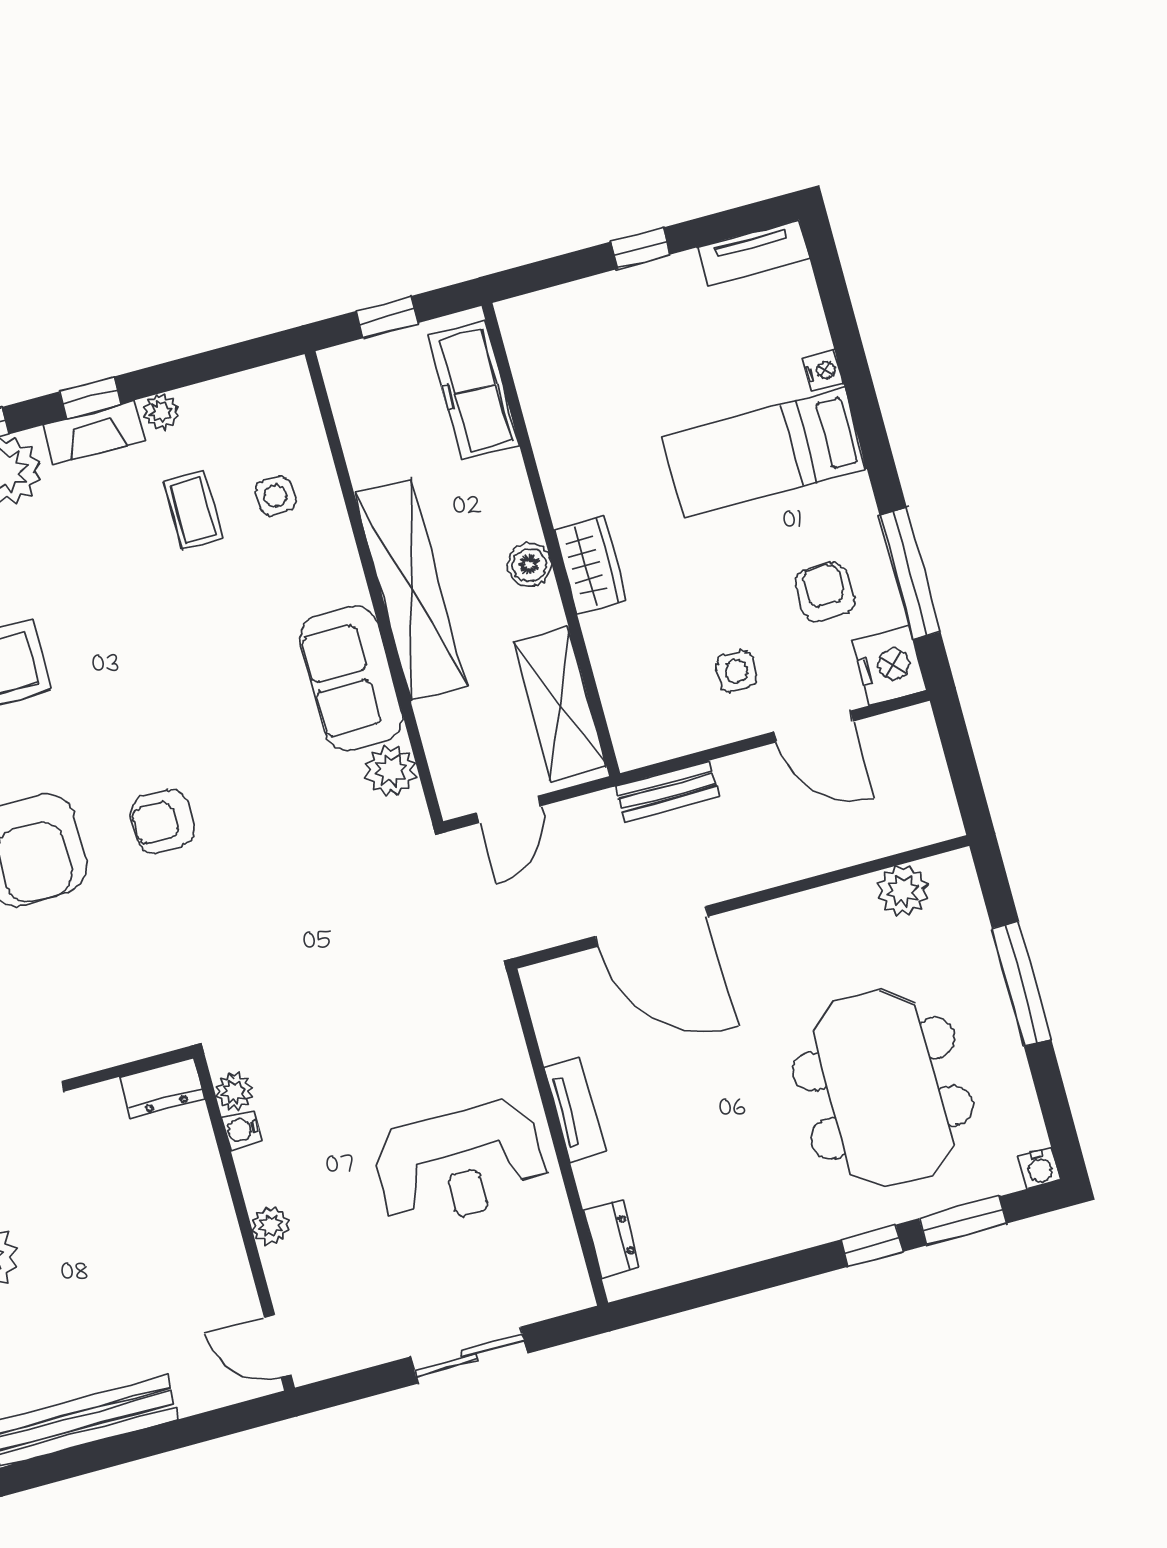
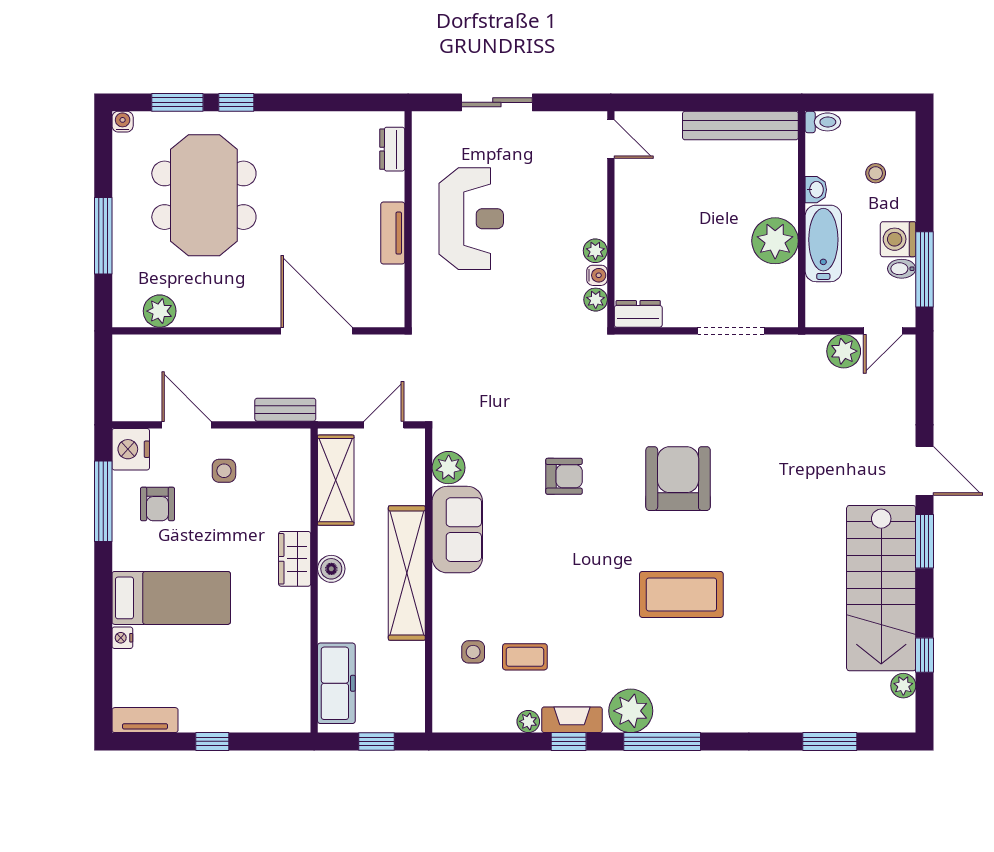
coffee table: (193, 510) -> (525, 657), turned 90
armchair: (162, 821) -> (564, 476), moved
reception desk: (460, 1164) -> (471, 219), turned 90
plant: (271, 1226) -> (595, 251), moved

